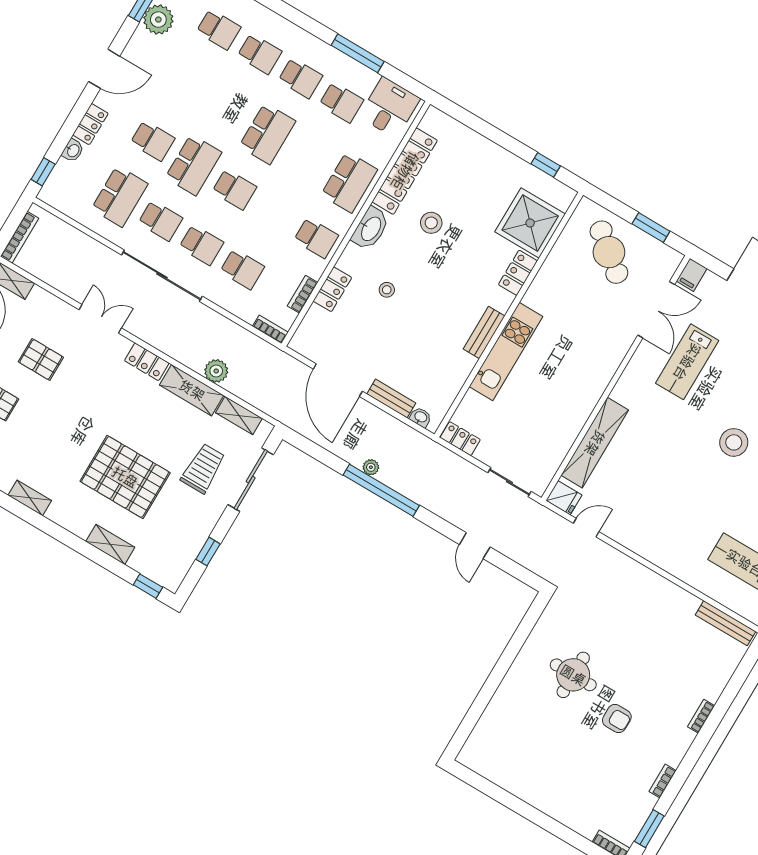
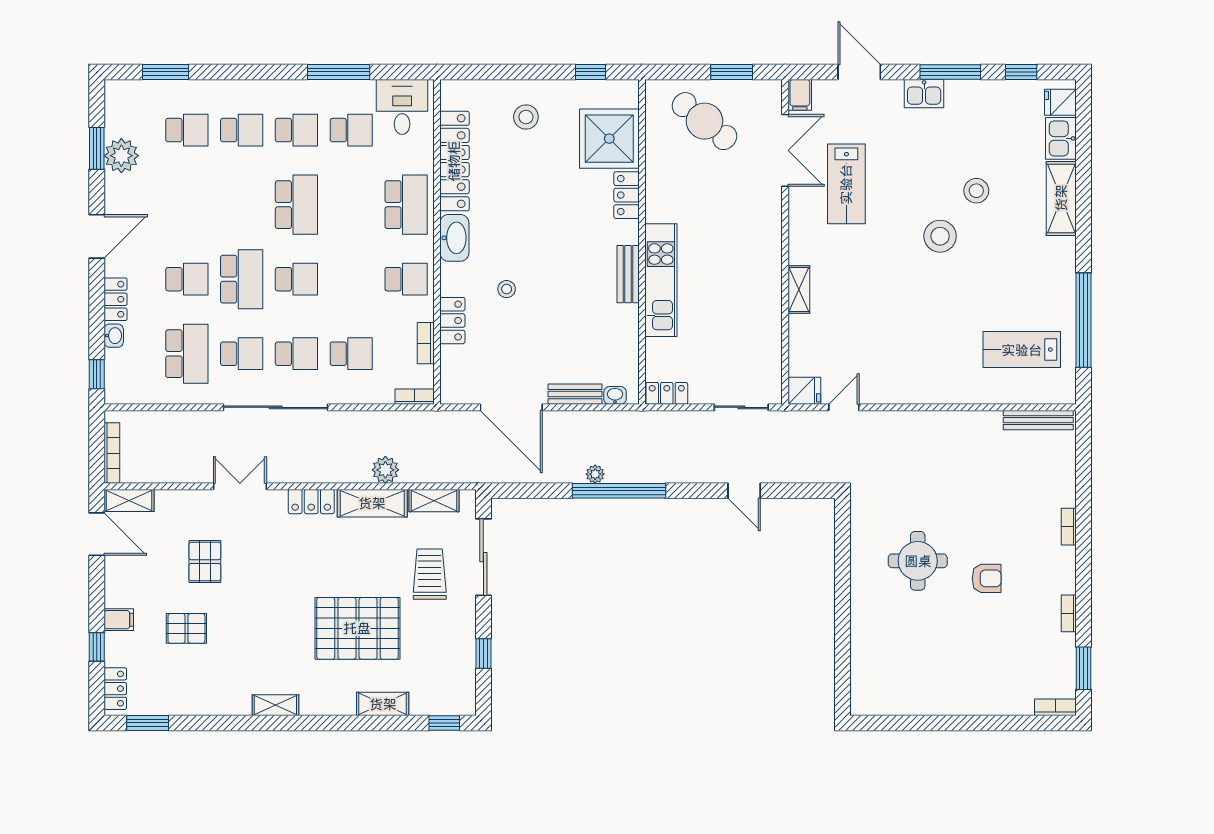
stool: (431, 223) -> (526, 117), moved
pallet: (41, 359) -> (205, 562), turned 90
shelving: (595, 443) -> (799, 290), width x0.45, depth x0.75

